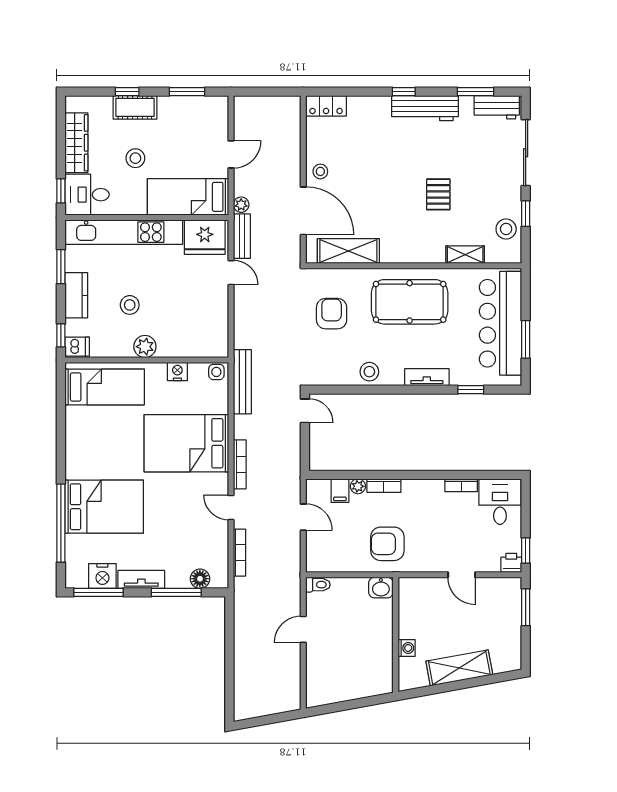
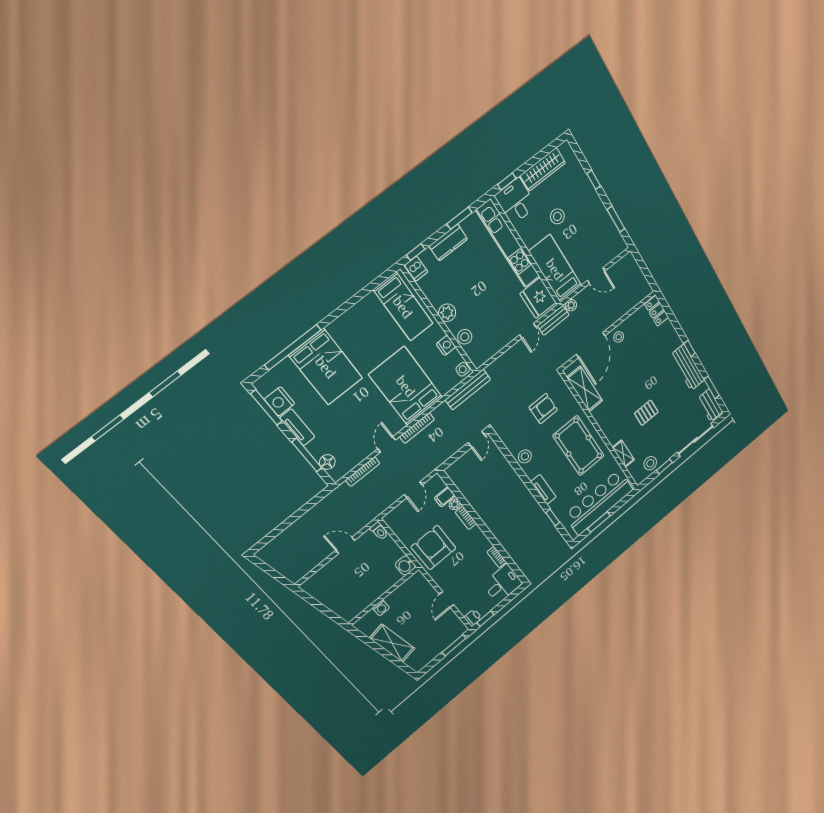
cot: (135, 107) -> (587, 192), removed
stool: (130, 305) -> (465, 337), moved
armchair: (387, 544) -> (434, 548), width x1.36, depth x1.36

